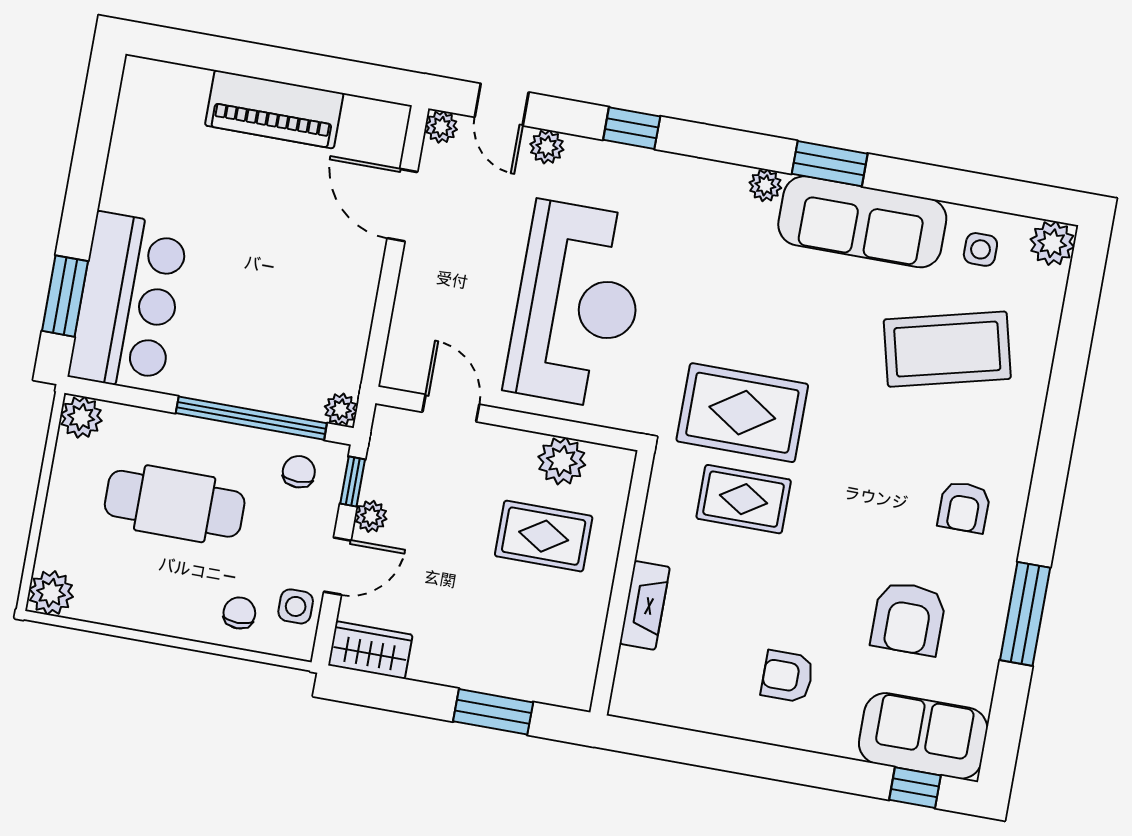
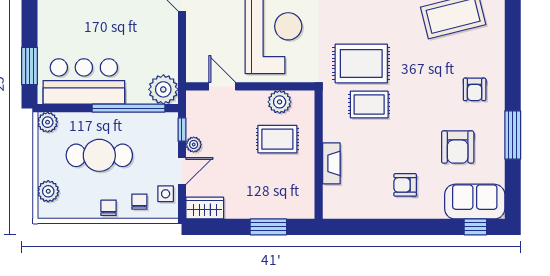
bar counter: (128, 302) -> (84, 81), moved, turned -90
plant: (341, 409) -> (163, 89), width x1.87, depth x1.87
chair: (299, 472) -> (109, 208), moved
plant: (51, 593) -> (48, 191), moved

